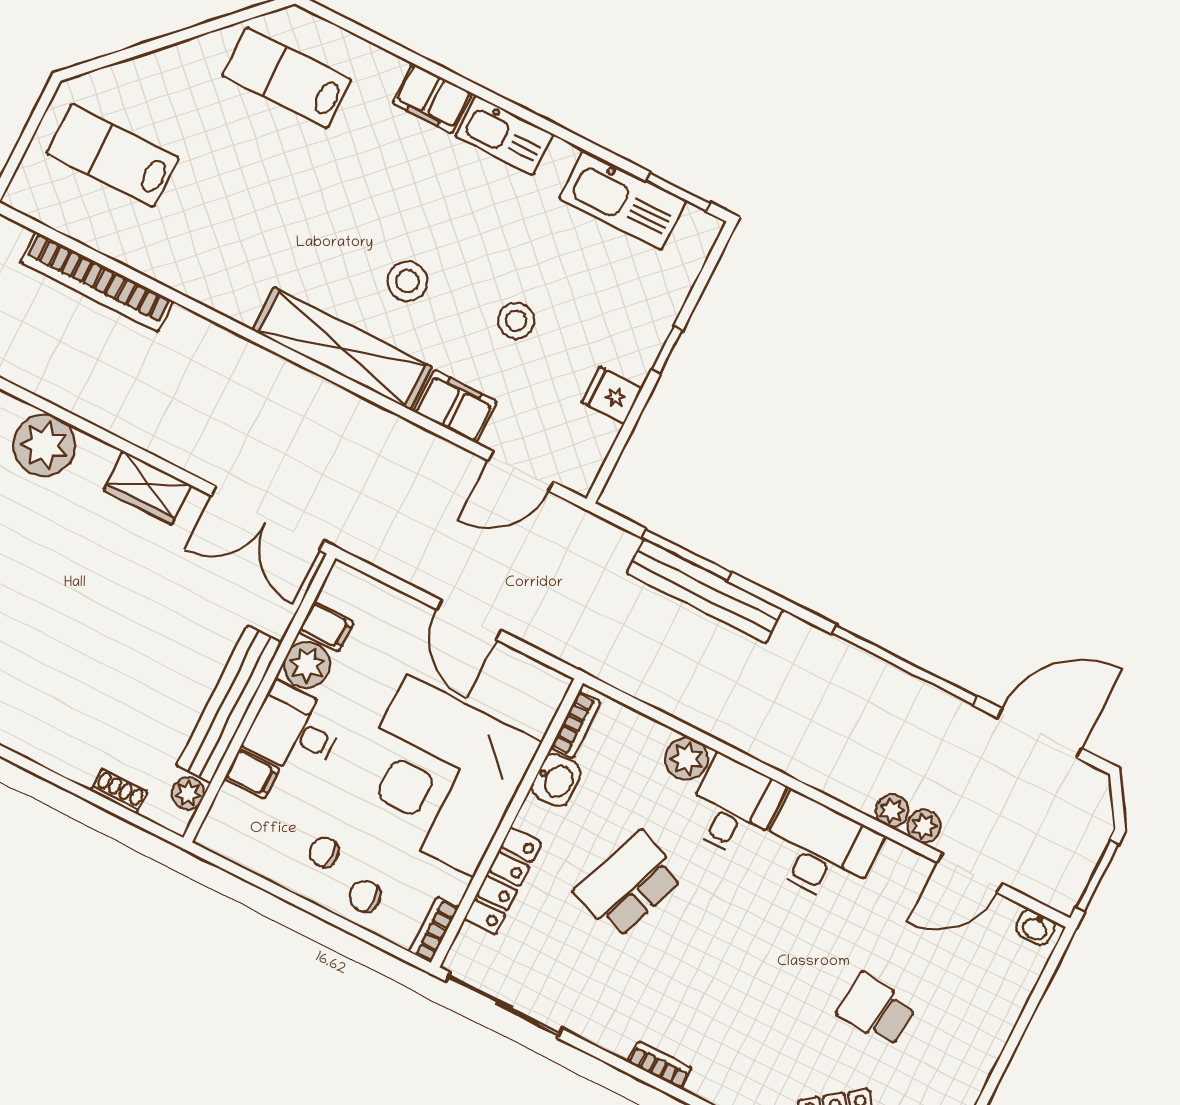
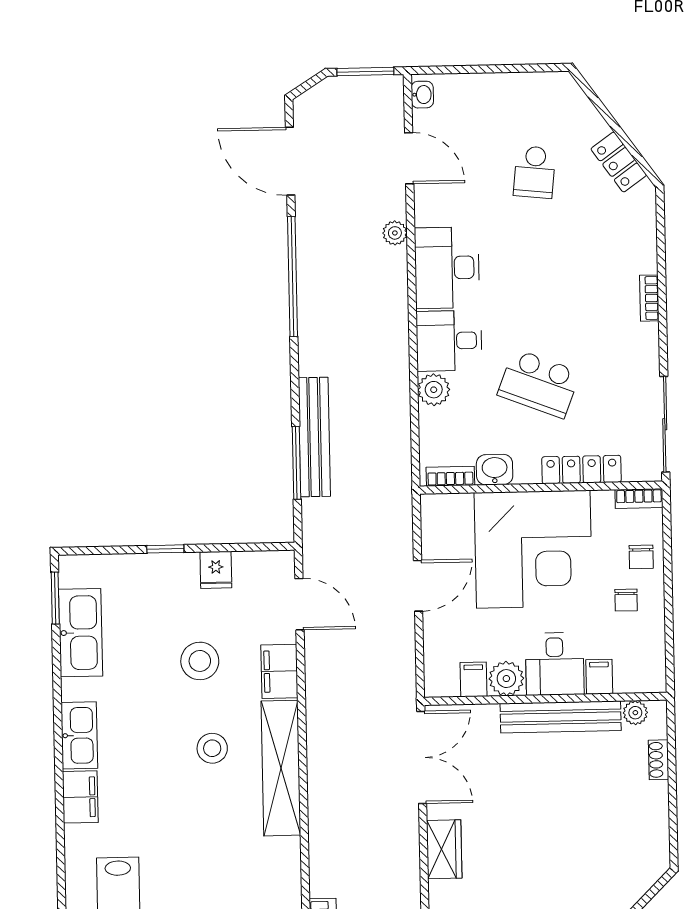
stool: (516, 321) -> (200, 661), width x1.38, depth x1.38
plant: (924, 826) -> (394, 206), removed

